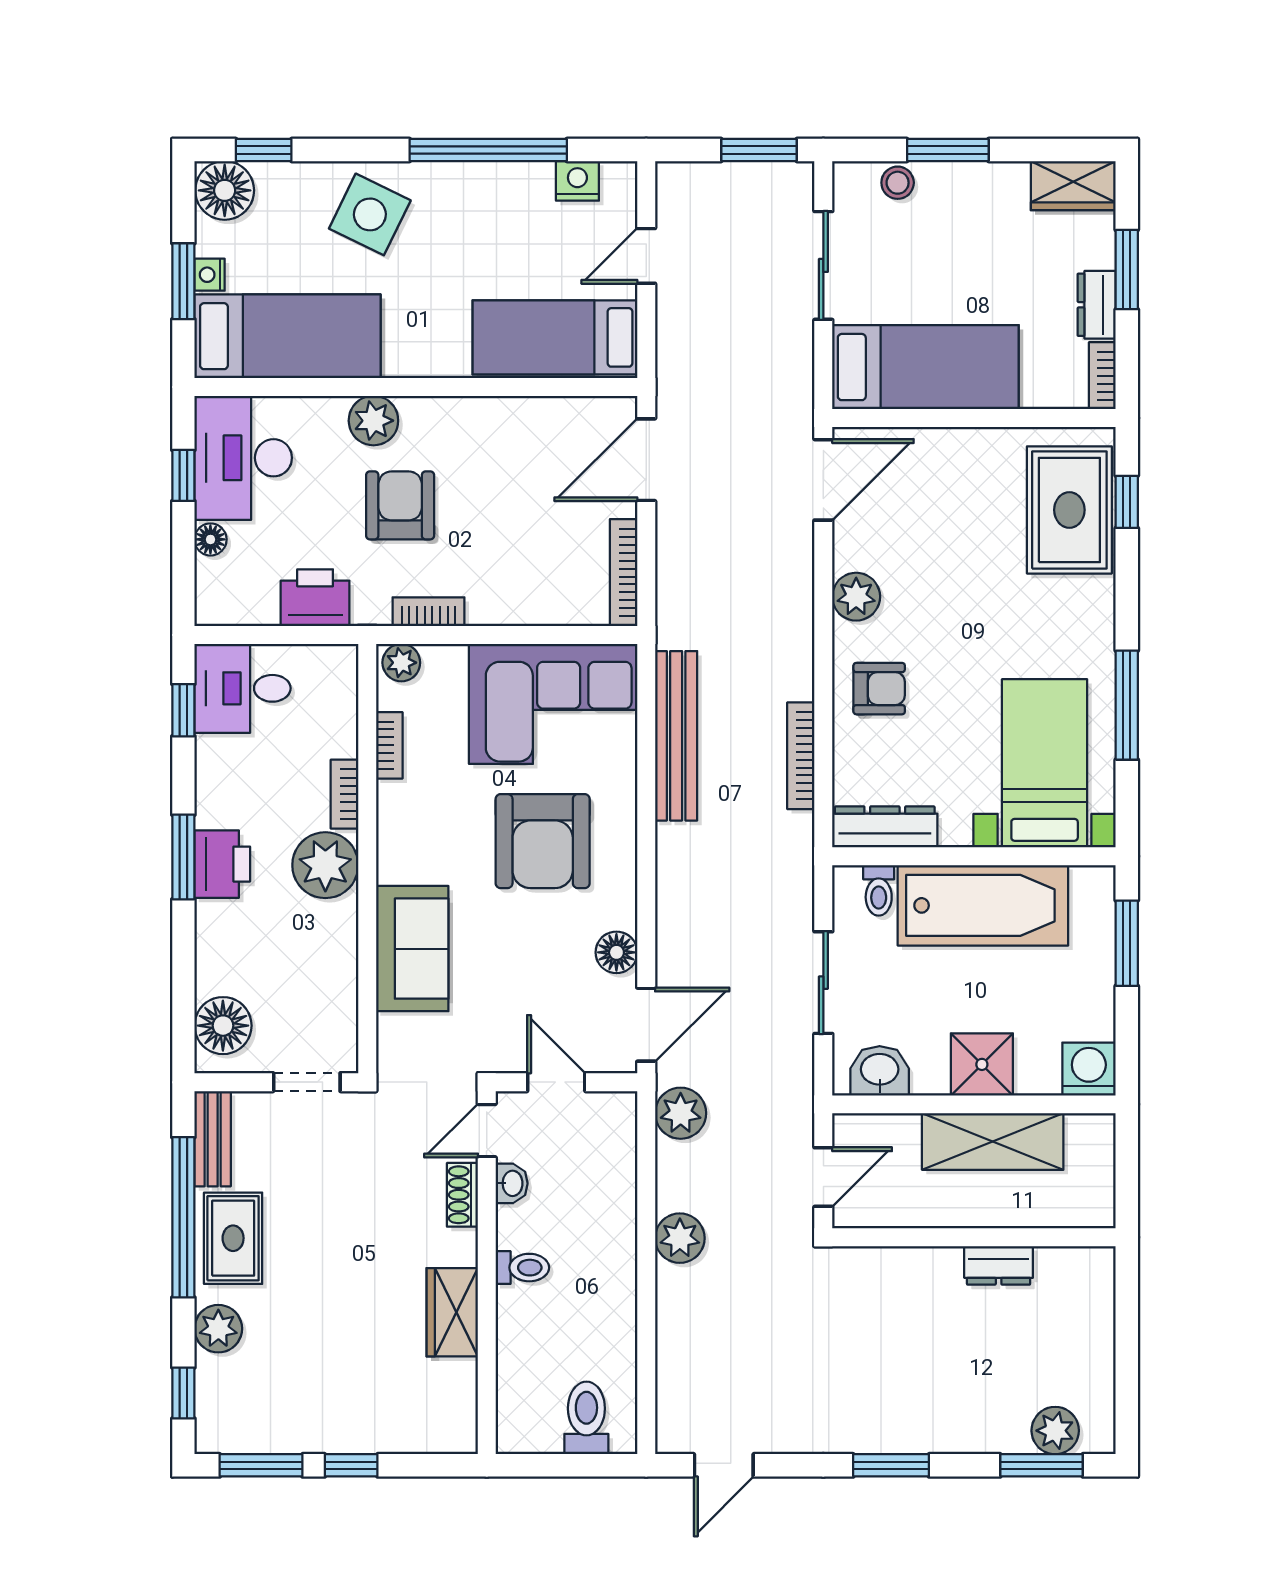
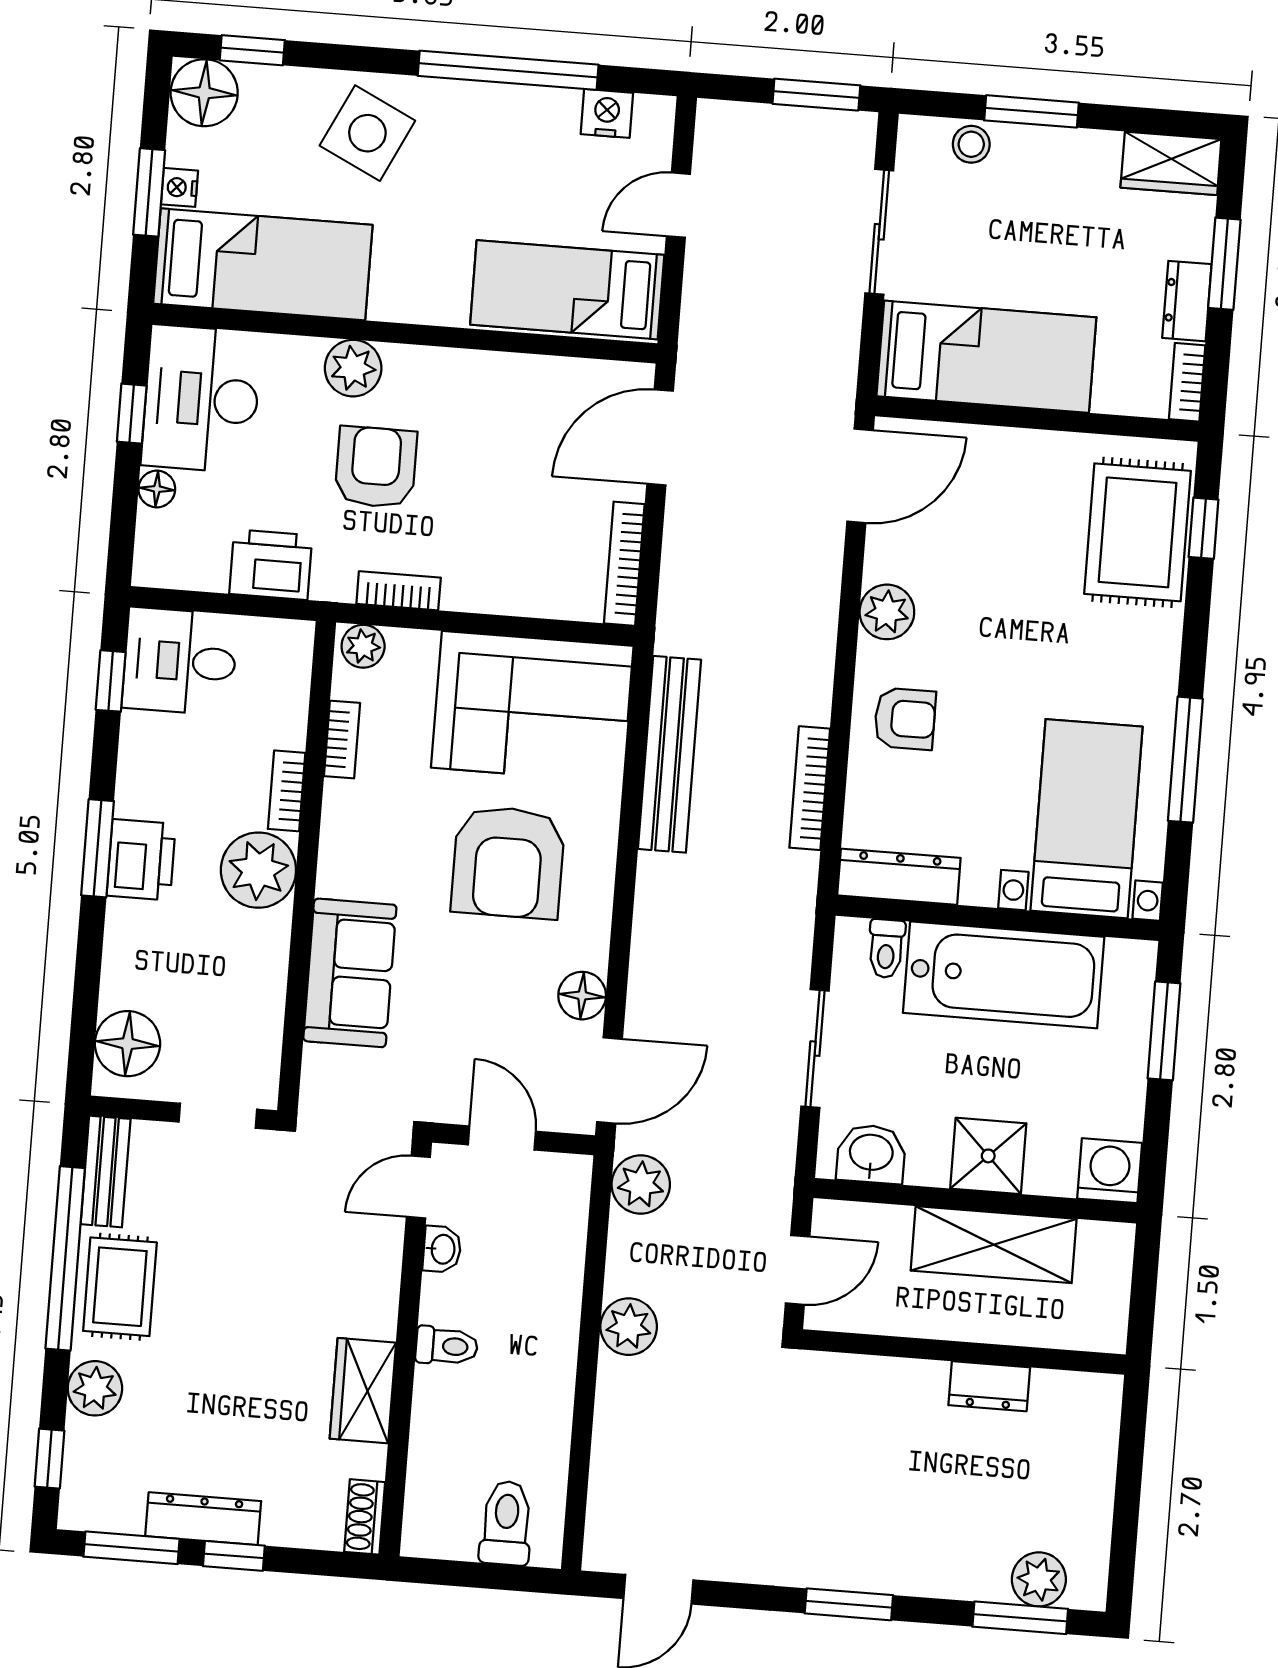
shoe rack: (462, 1195) -> (365, 1517), moved
dresser: (322, 1435) -> (203, 1519), added

